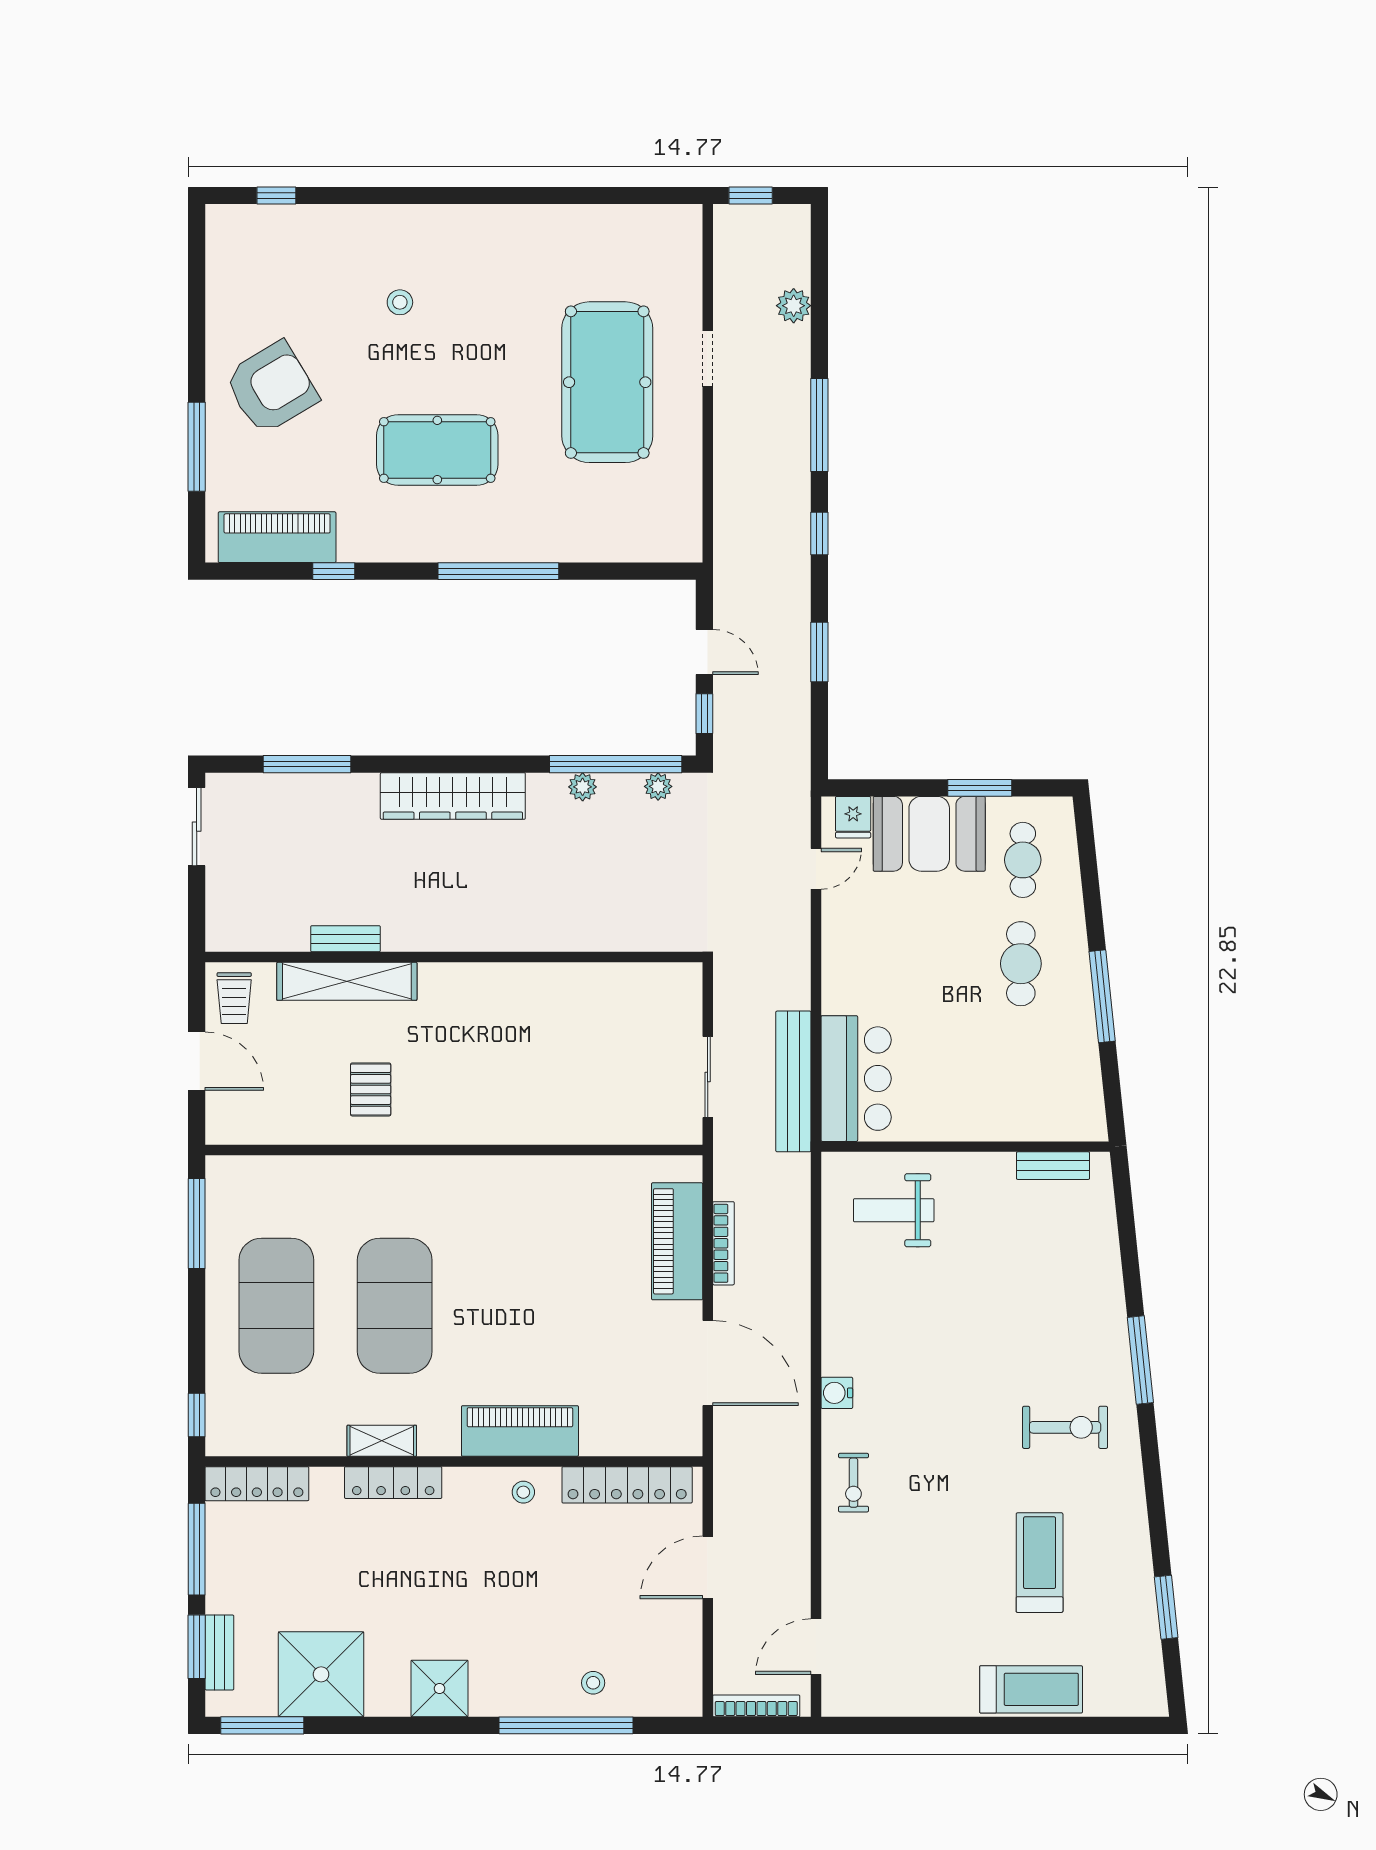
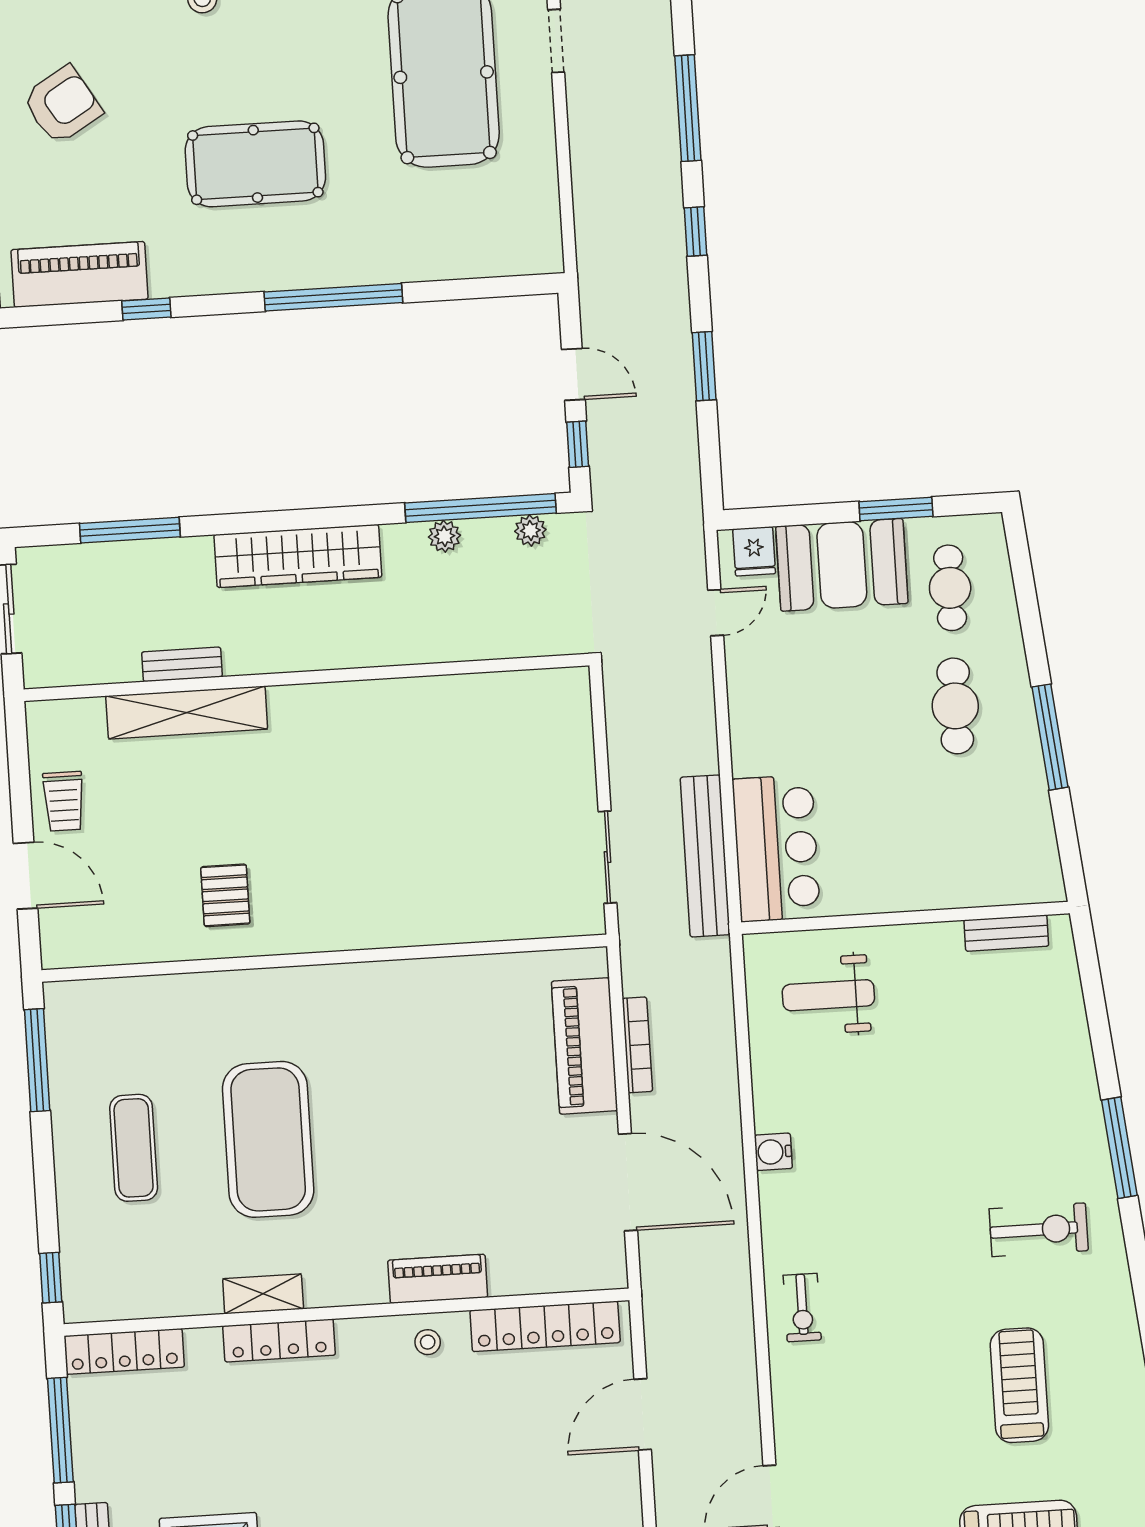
armchair: (271, 388) -> (62, 105), width x0.73, depth x0.73
bench: (345, 939) -> (182, 664), moved
wall: (454, 957) -> (307, 677), moved
shelving: (347, 981) -> (187, 713), moved
exercise mat: (276, 1306) -> (134, 1148), width x0.50, depth x0.69
water cooler: (837, 1393) -> (773, 1152), moved
piano: (520, 1431) -> (438, 1279), width x0.73, depth x0.75

